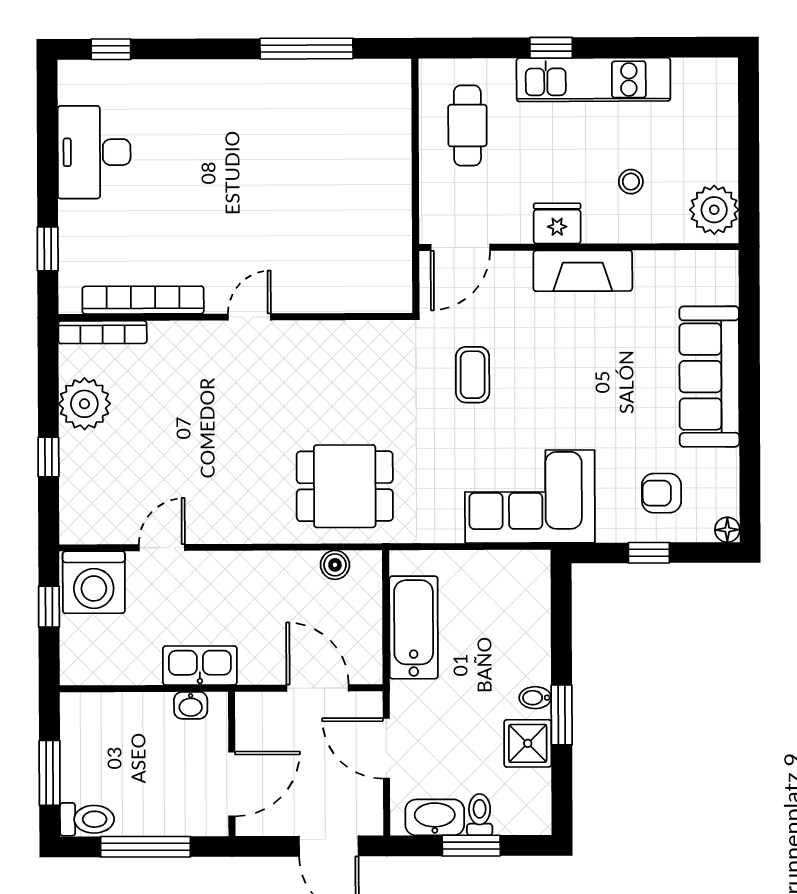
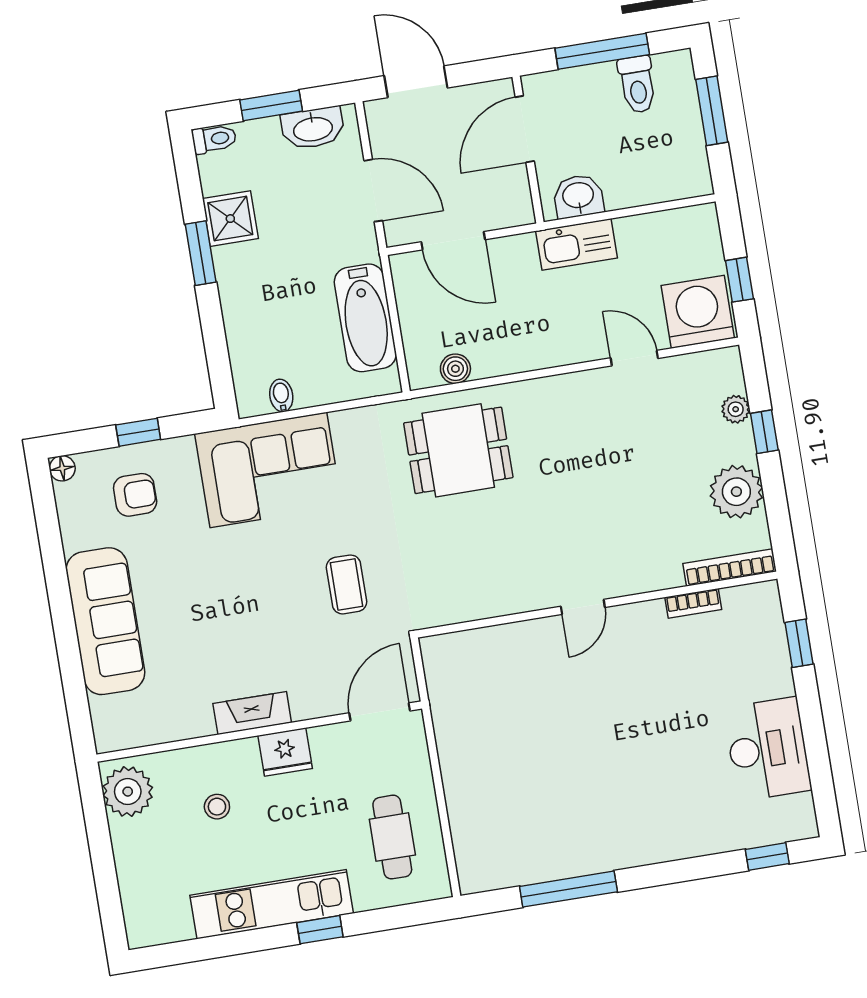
fireplace: (583, 271) -> (252, 713), width x0.73, depth x0.76
bookcase: (143, 300) -> (693, 603), width x0.43, depth x0.76
plant: (72, 483) -> (736, 409), added
door: (162, 548) -> (634, 358), swing flipped
bidet: (535, 698) -> (281, 396), moved, turned -90
washbasin: (191, 705) -> (578, 196), width x1.38, depth x1.45
toilet: (480, 815) -> (214, 139), moved, turned -90
toilet: (87, 819) -> (637, 84), moved, turned -90

